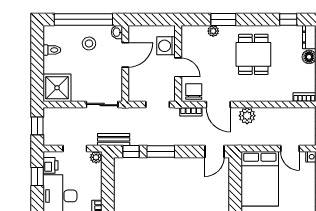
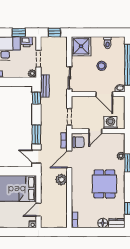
stool: (89, 43) -> (102, 66), moved
dining table: (253, 54) -> (104, 184), turned 90
window: (161, 151) -> (36, 134), moved

